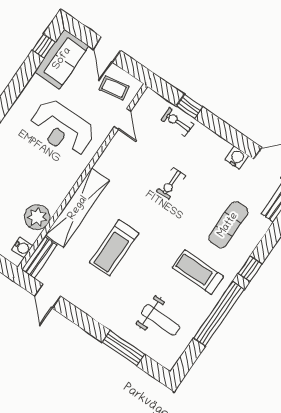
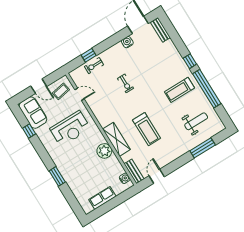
window: (44, 46) -> (29, 131), moved
shelving: (78, 208) -> (116, 139), width x0.68
plant: (37, 217) -> (104, 151), moved
exercise mat: (228, 225) -> (161, 62), removed
door: (48, 296) -> (157, 176), swing flipped

